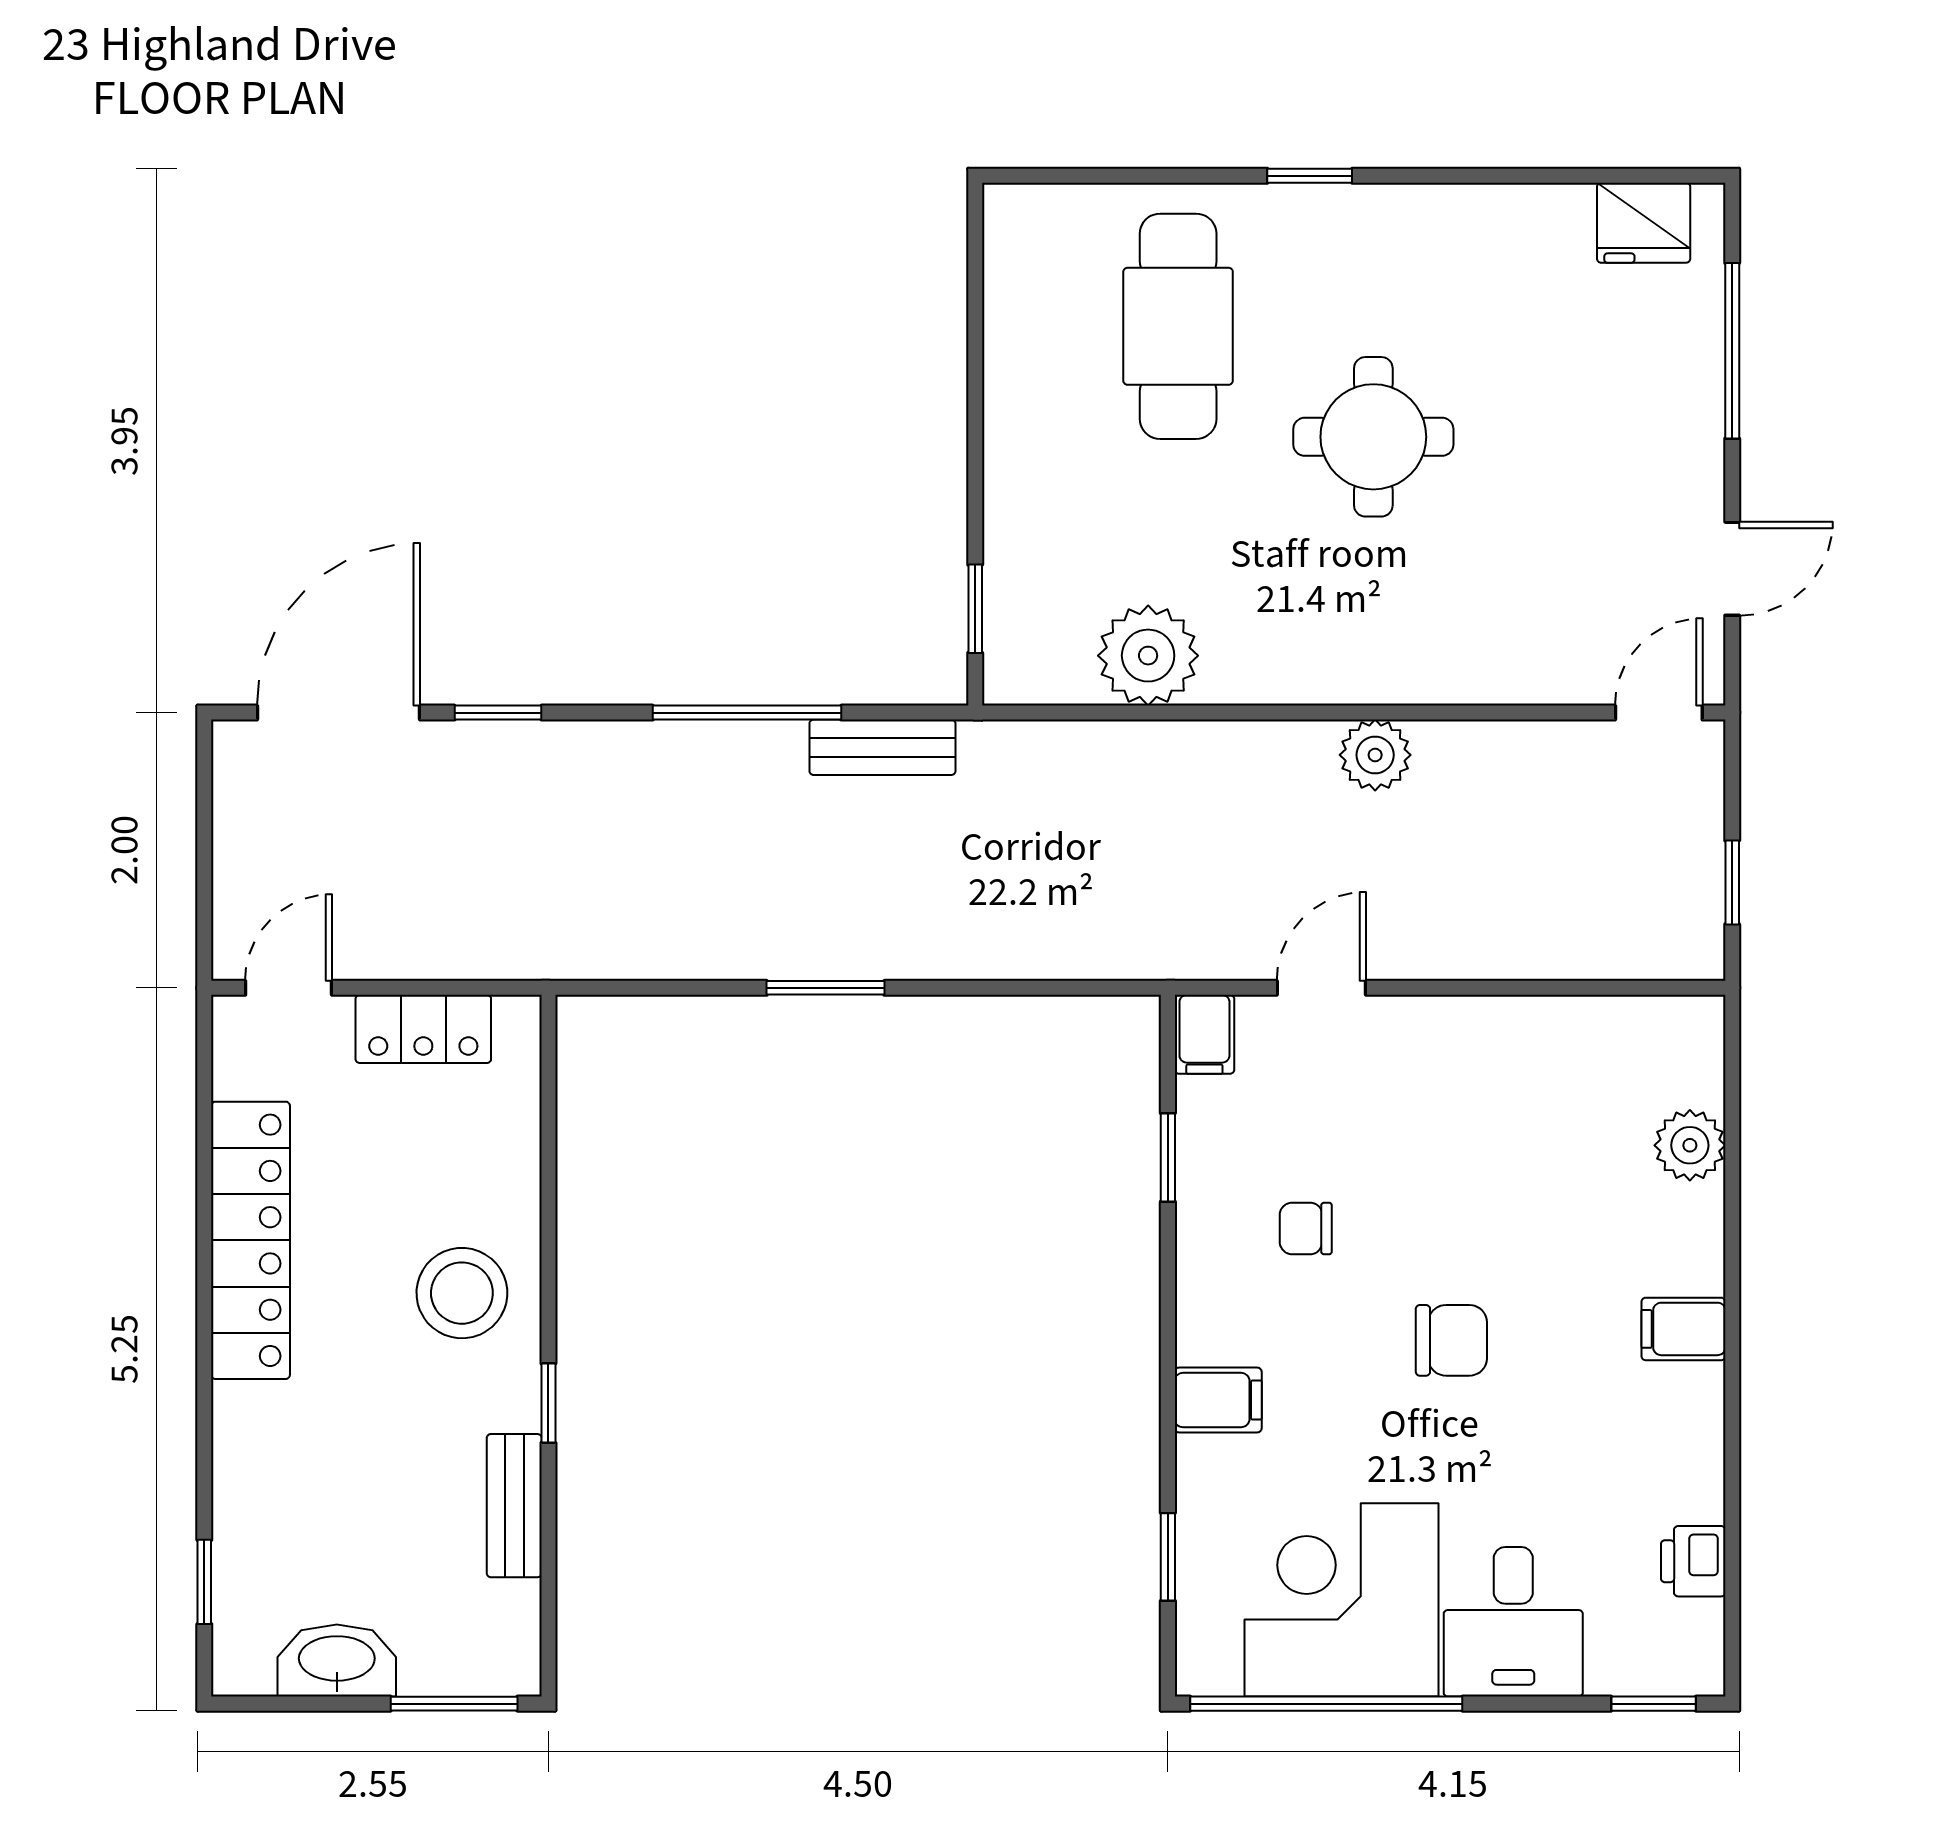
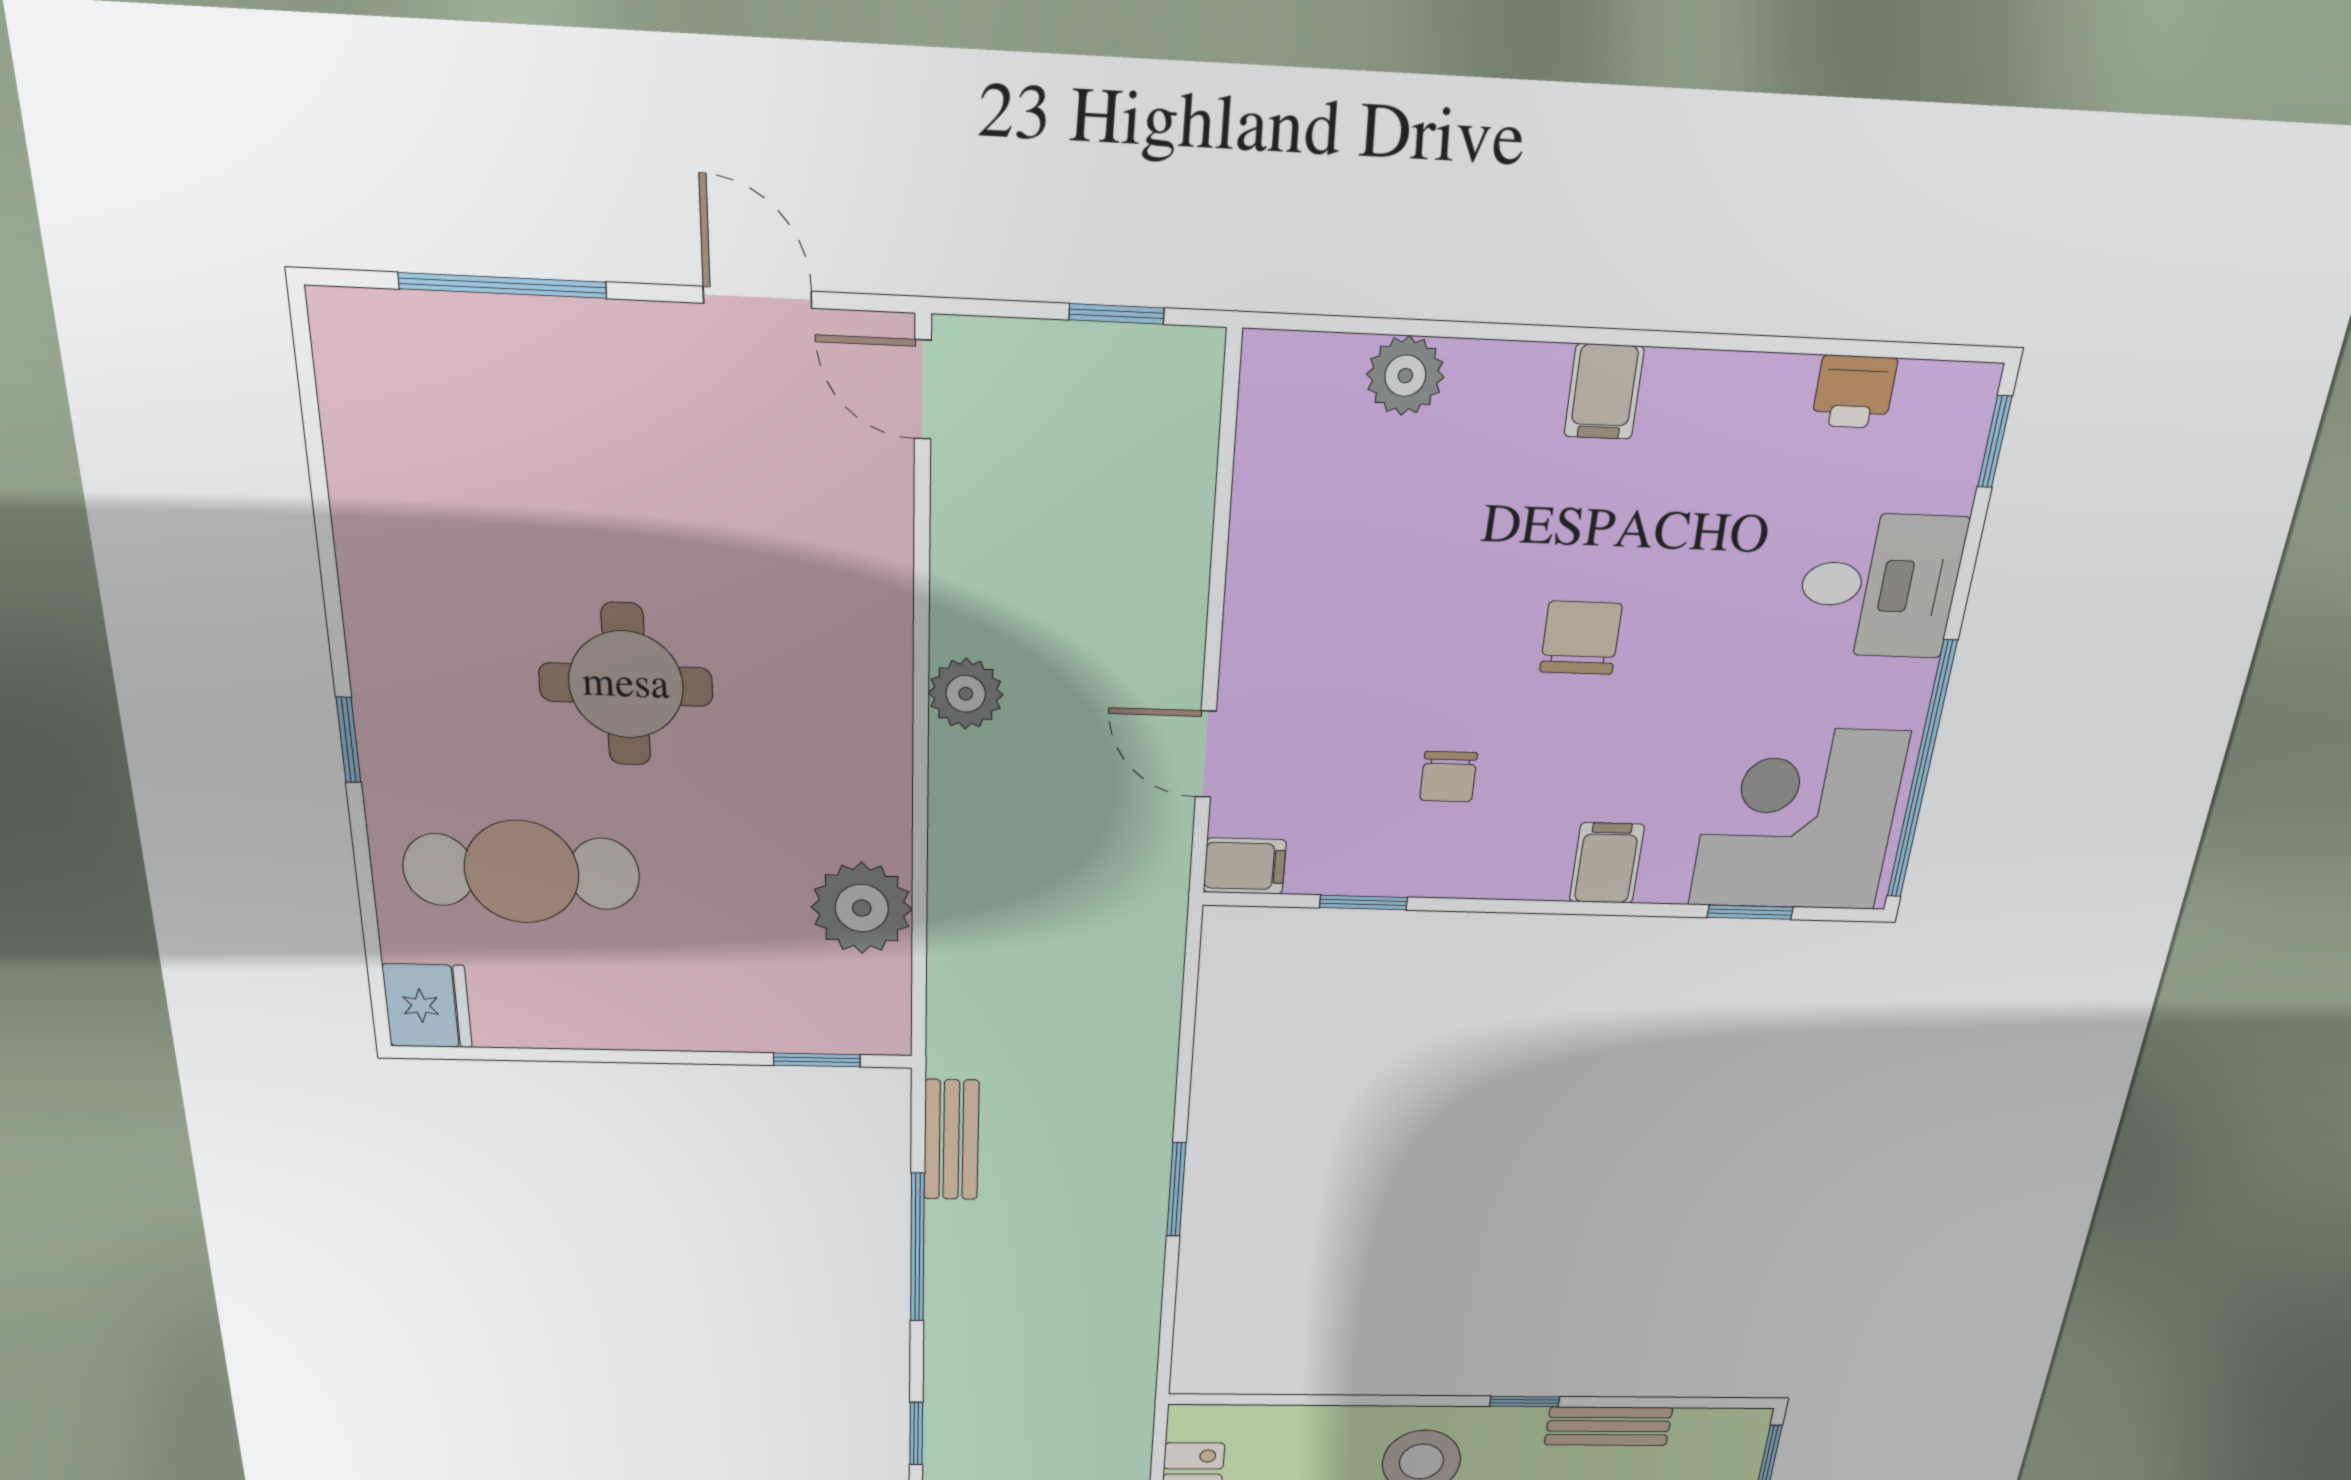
fridge: (1644, 223) -> (427, 1006), moved
corner desk: (1341, 1600) -> (1798, 819), moved, turned 90

